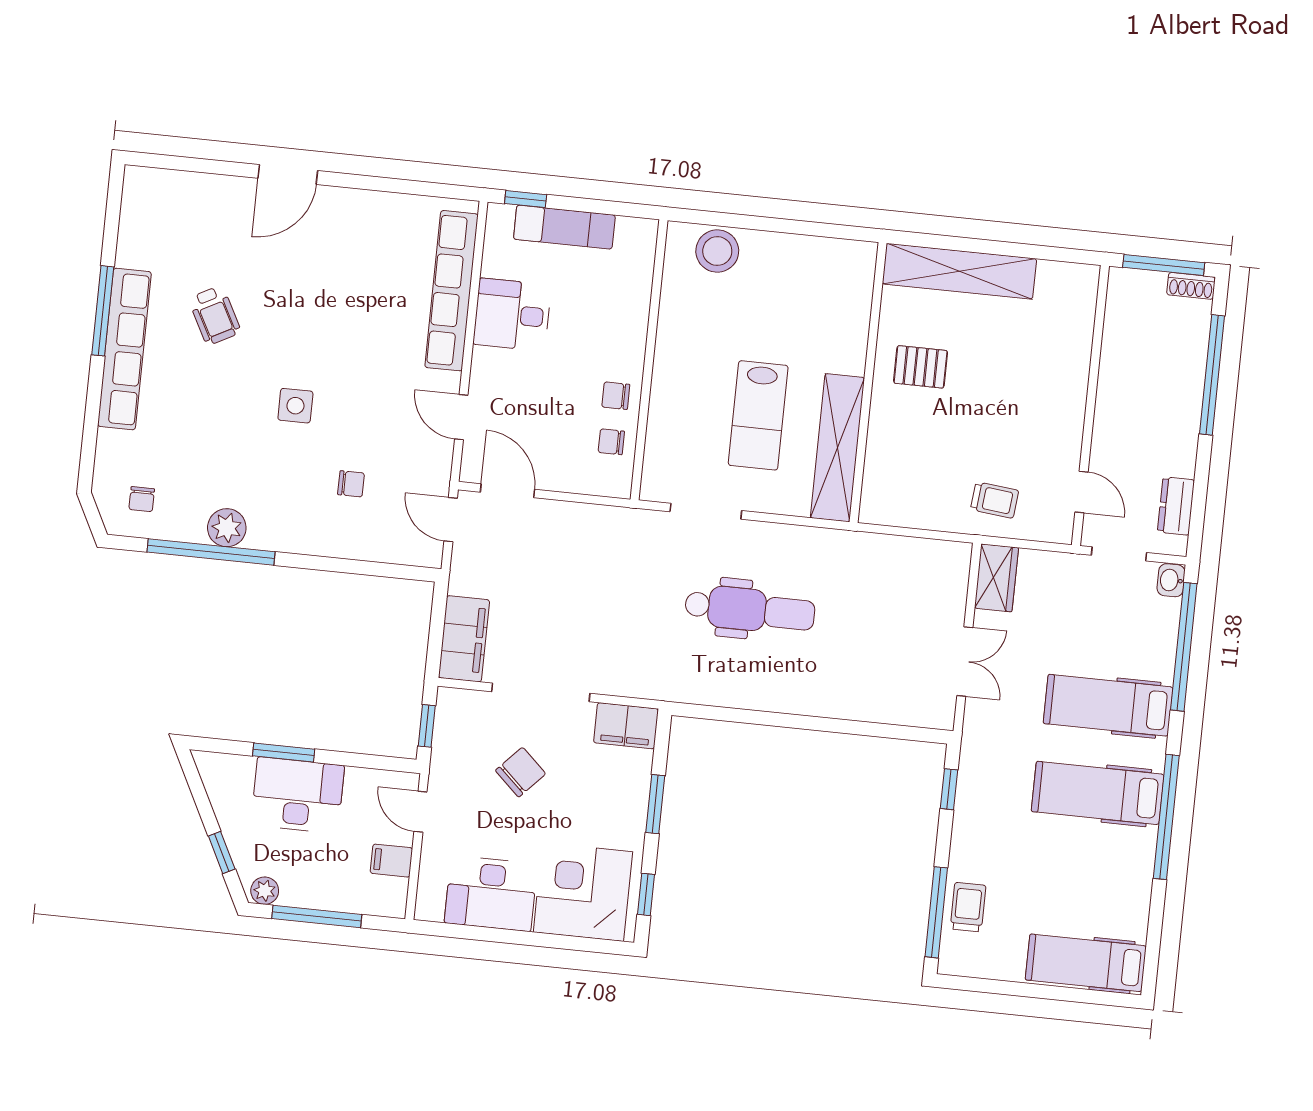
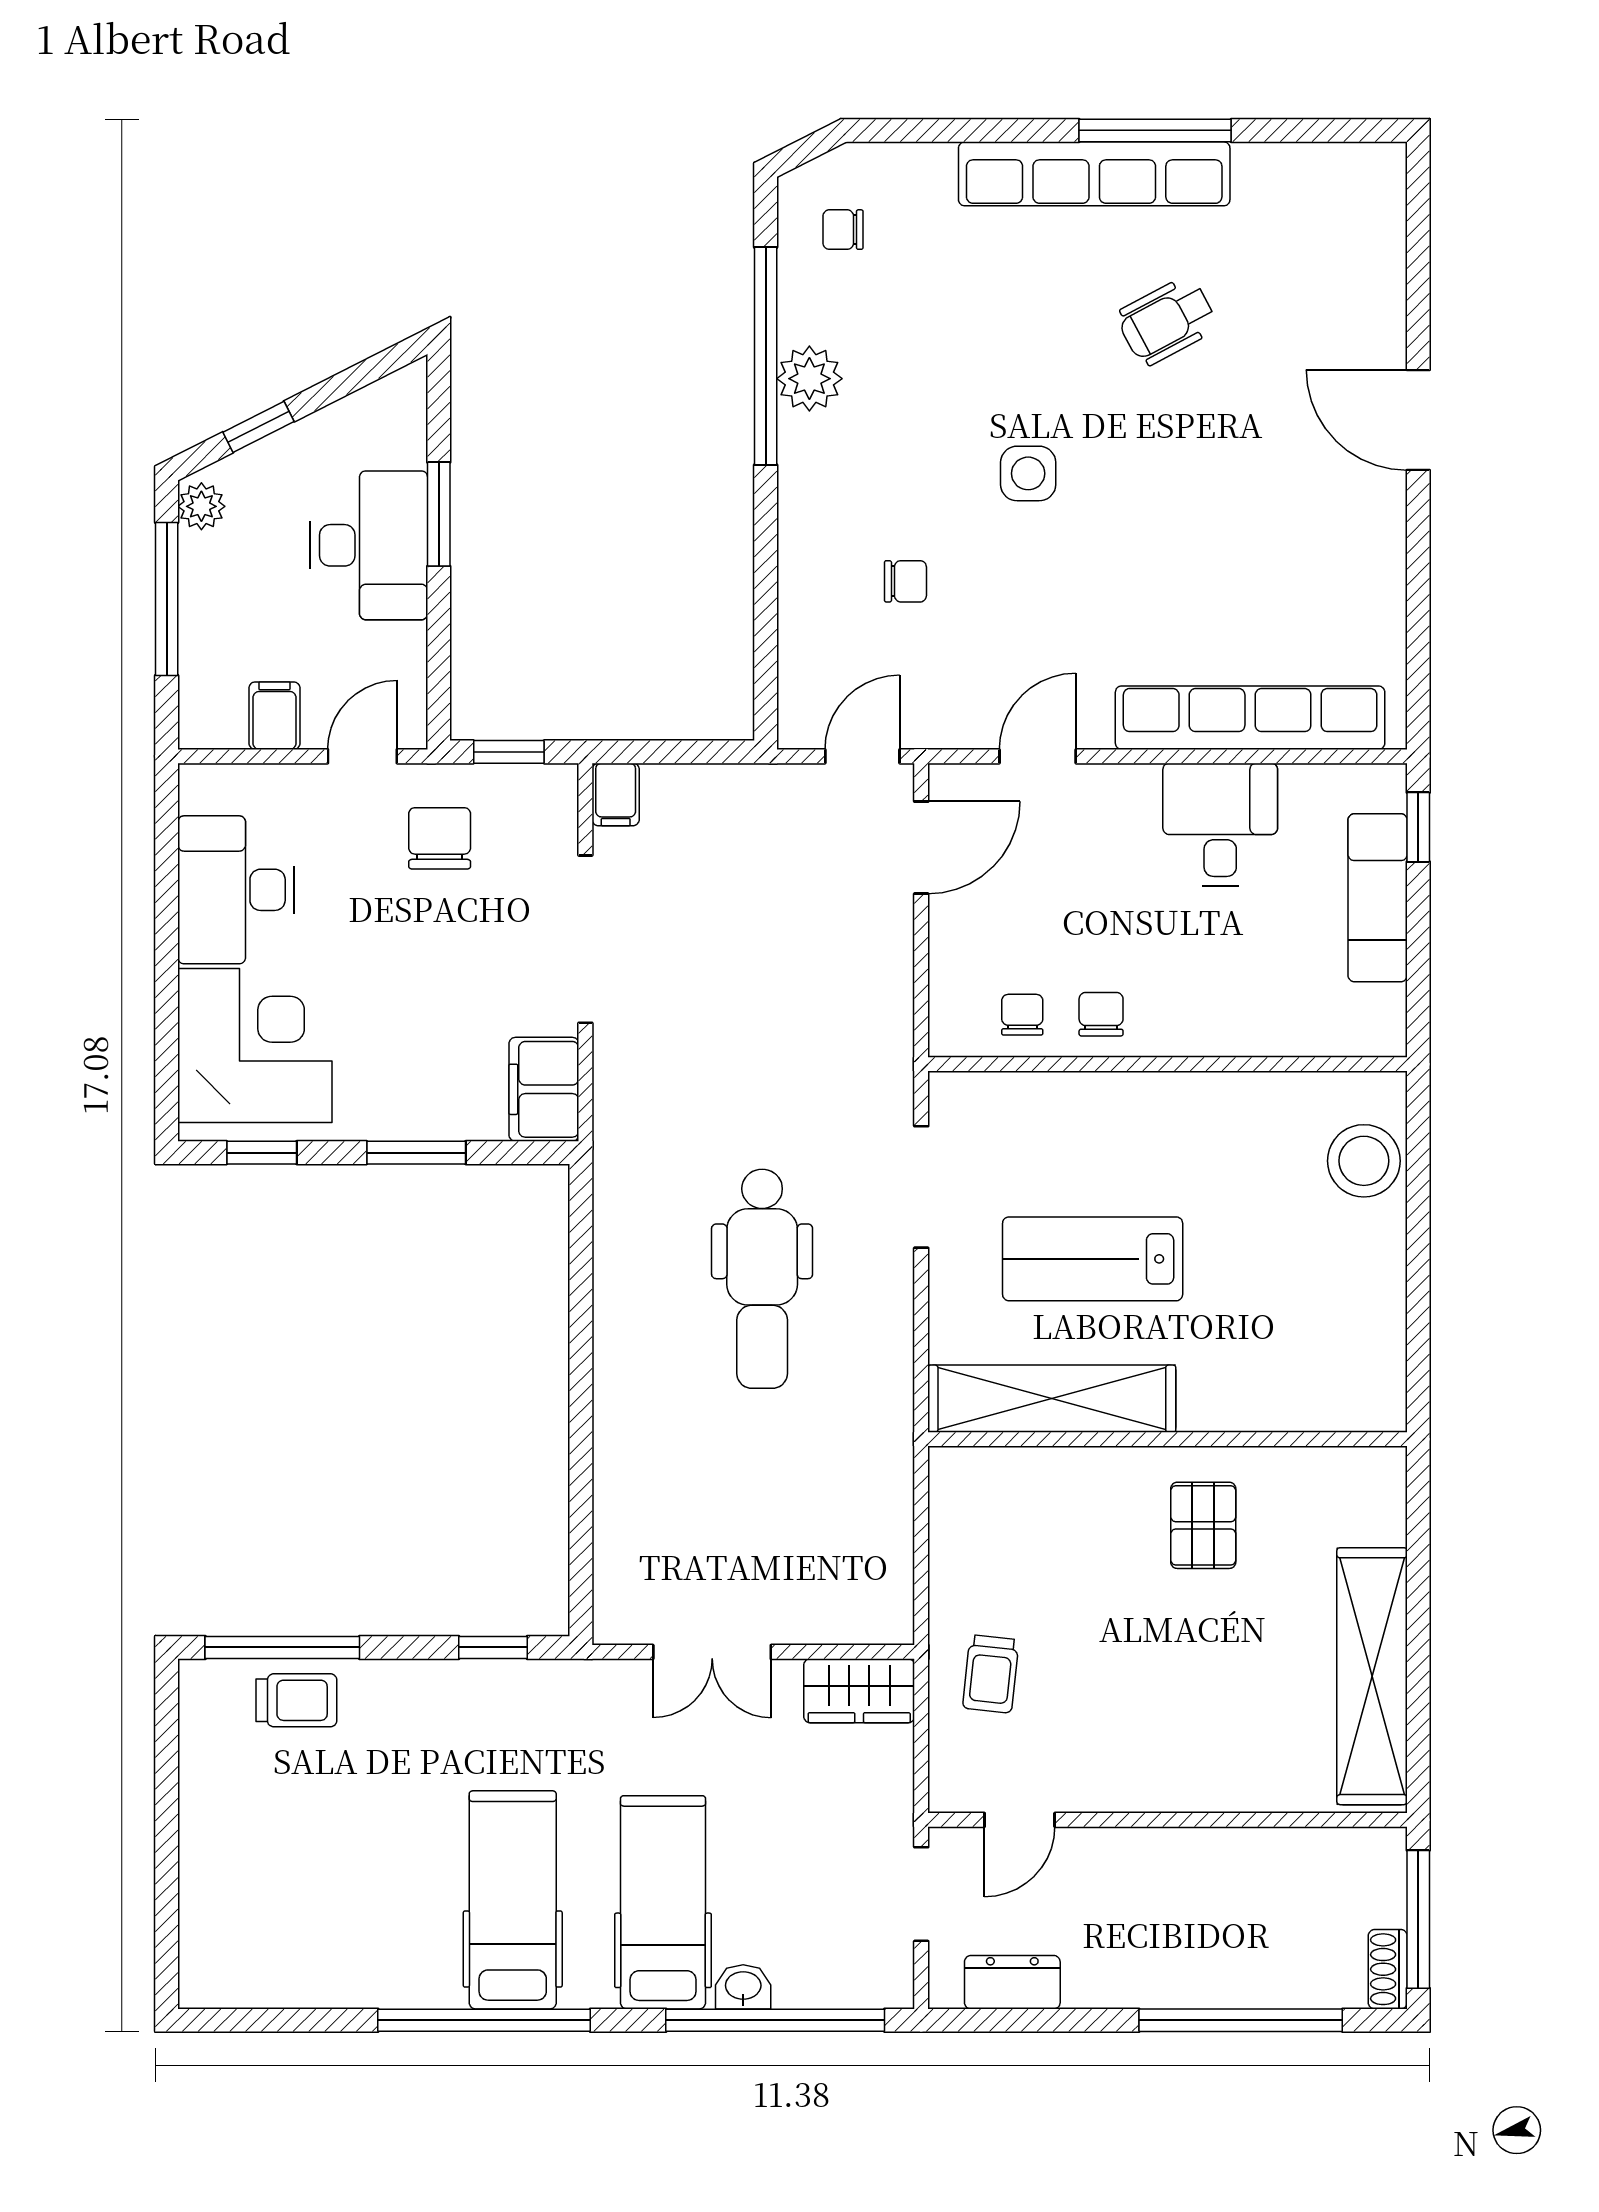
shelving: (959, 271) -> (1372, 1676), moved
chair: (351, 484) -> (905, 581), turned -90
washbasin: (1171, 580) -> (743, 1987), moved
filing cabinet: (464, 639) -> (616, 794), width x0.33, depth x0.86
chair: (521, 772) -> (440, 838), moved, turned -133
hospital bed: (1086, 963) -> (223, 1910), removed

